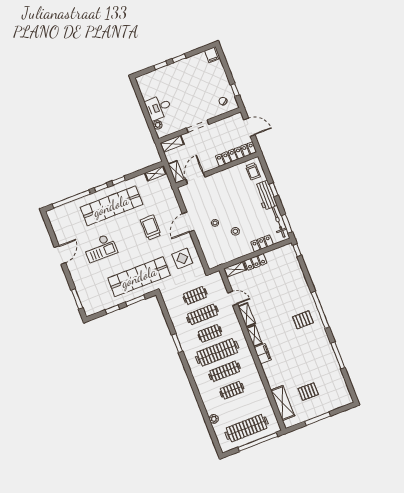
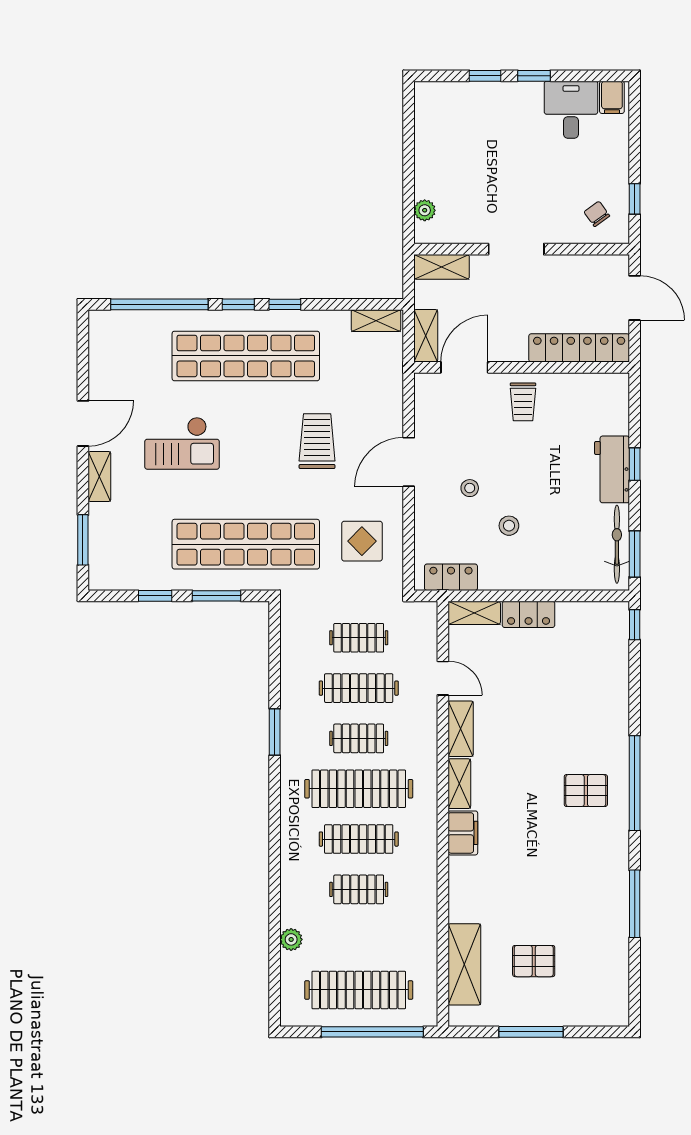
desk: (158, 107) -> (571, 110), moved, turned 90
trolley: (253, 171) -> (523, 402), moved
locker: (262, 243) -> (451, 577), moved
shelving: (74, 273) -> (99, 477), added

